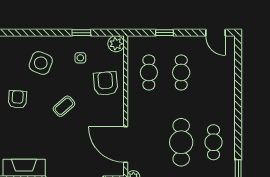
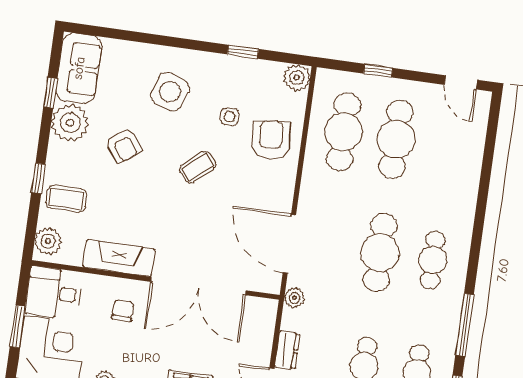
side table: (80, 58) -> (230, 117), moved
cafe table: (149, 72) -> (344, 132), width x1.37, depth x1.35
cafe table: (181, 72) -> (396, 139), width x1.37, depth x1.35
armchair: (17, 99) -> (124, 145), turned 140

